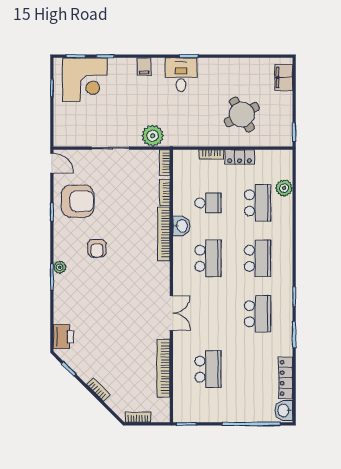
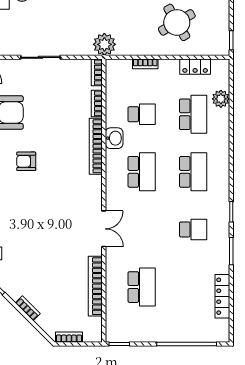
plant: (153, 136) -> (104, 44), moved
locker: (239, 157) -> (195, 67), moved
armchair: (97, 248) -> (26, 161), turned 90
school desk: (258, 314) -> (193, 229), width x0.54
washbasin: (284, 410) -> (221, 330), removed

